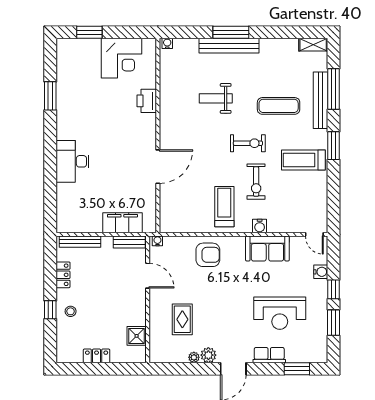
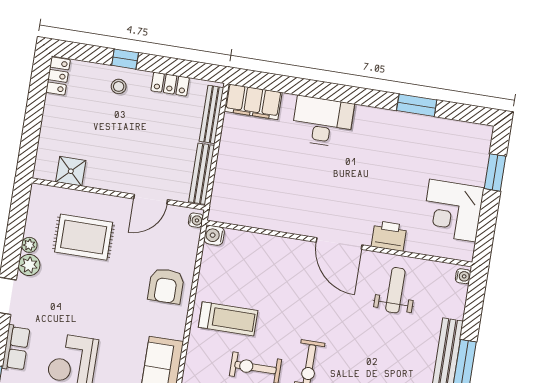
weight bench: (216, 98) -> (395, 290), moved
door: (158, 167) -> (339, 243), moved
filing cabinet: (122, 223) -> (253, 102), moved, turned 90
water cooler: (260, 226) -> (214, 235), moved
bench: (129, 242) -> (202, 174), width x1.36
rug: (182, 319) -> (84, 237), width x1.36, depth x1.43
locker: (97, 356) -> (58, 76), moved

